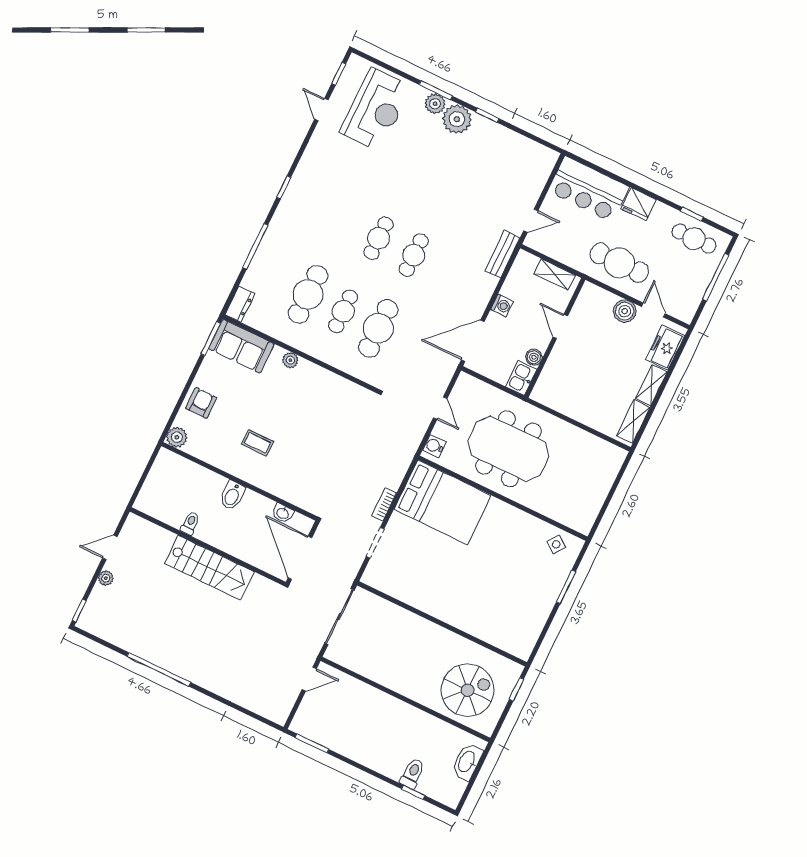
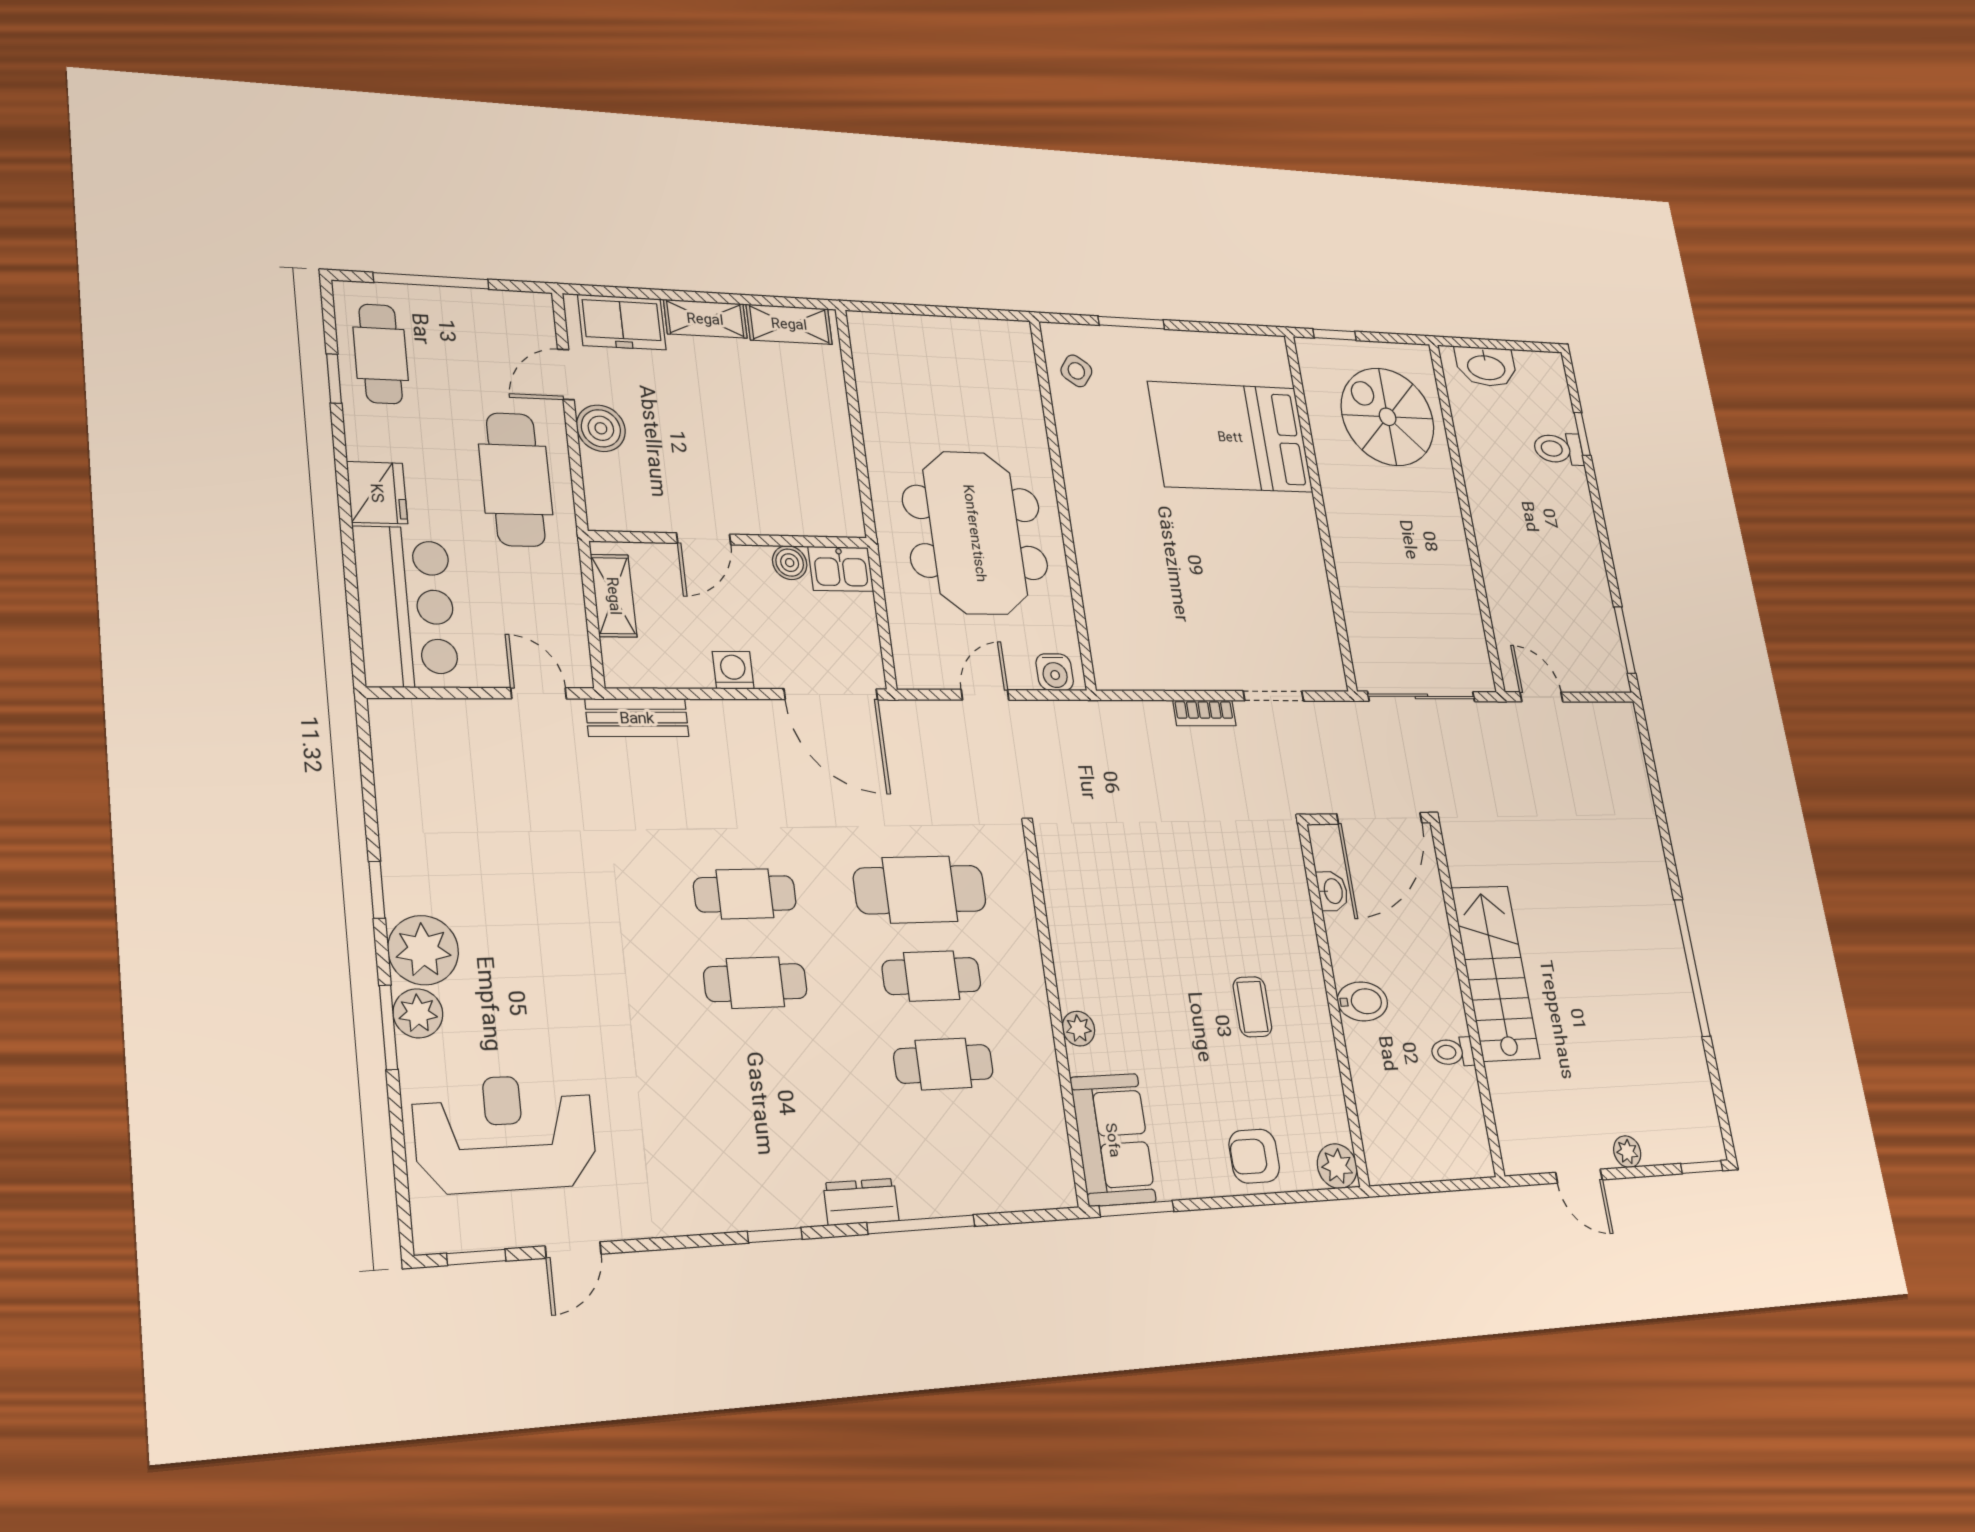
cafe table: (308, 294) -> (943, 1064), width x0.73, depth x0.74
dresser: (240, 304) -> (861, 1202), moved
bed: (443, 502) -> (1230, 437), moved, turned -90

